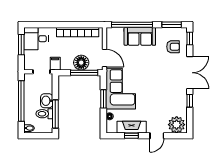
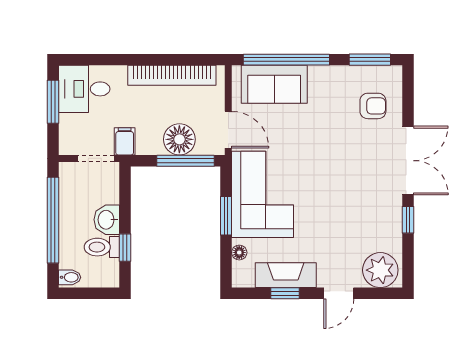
sofa: (140, 36) -> (274, 84), moved
window: (190, 38) -> (408, 89), removed
window: (55, 114) -> (125, 248), width x0.46

